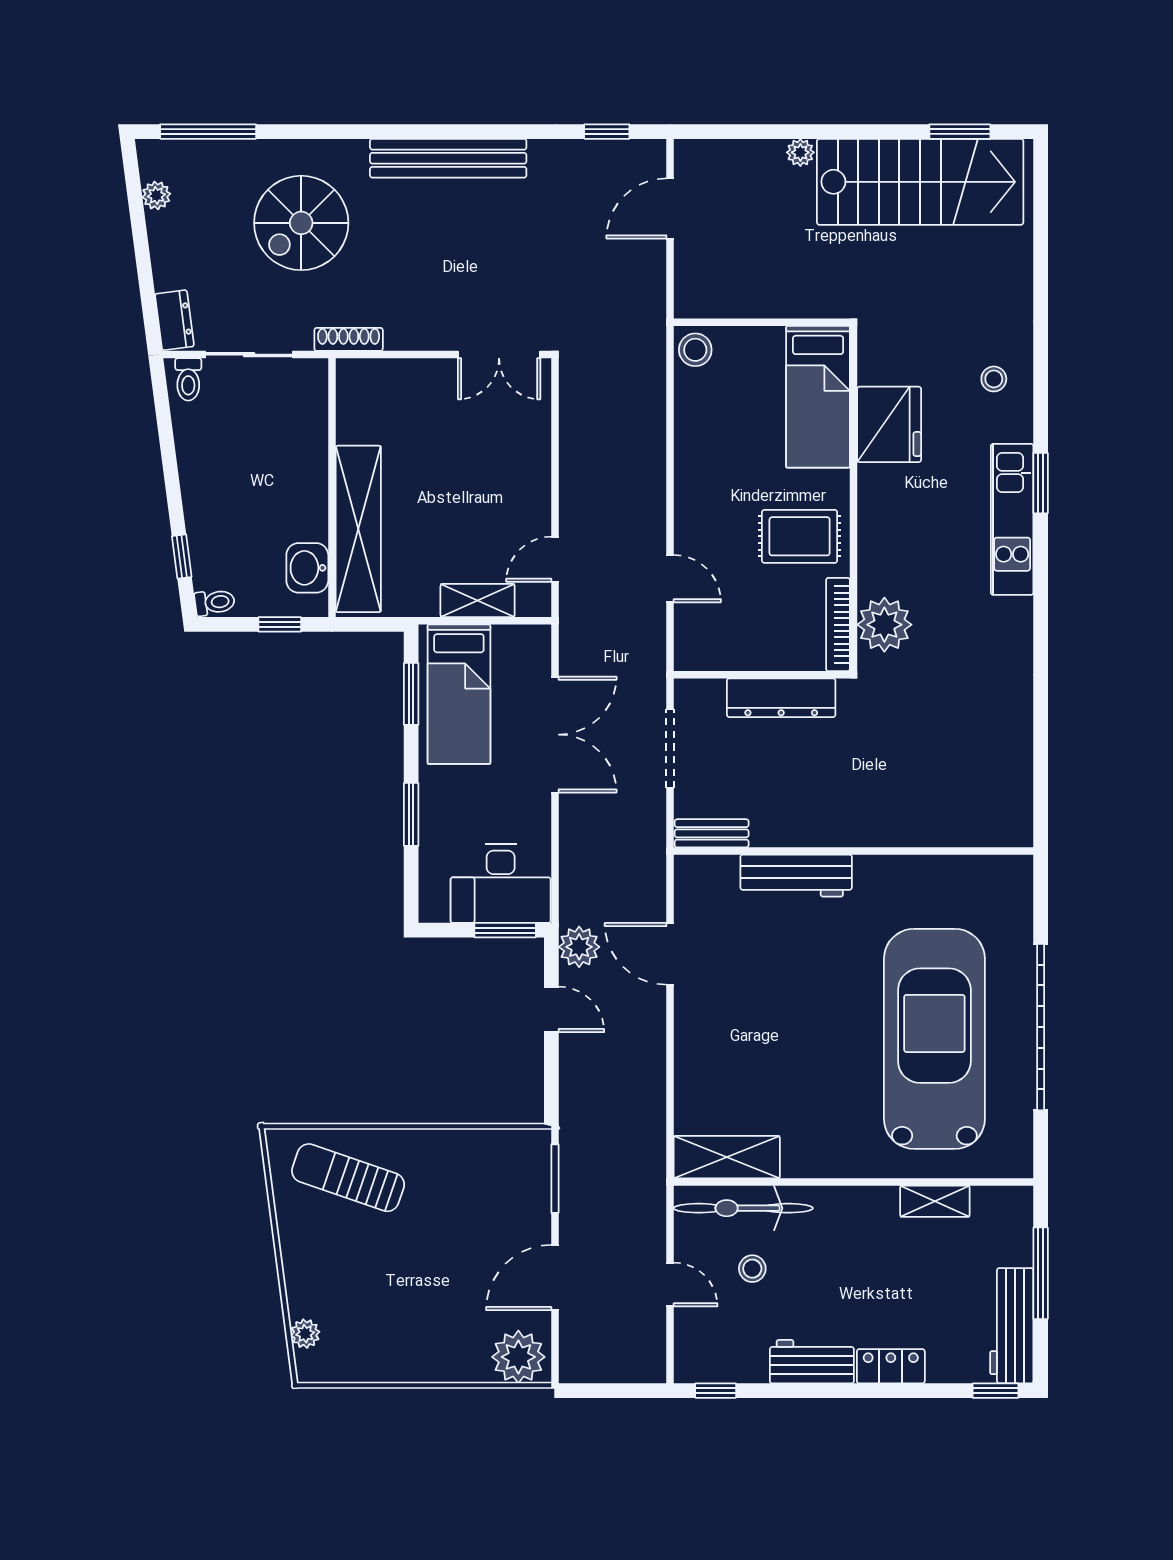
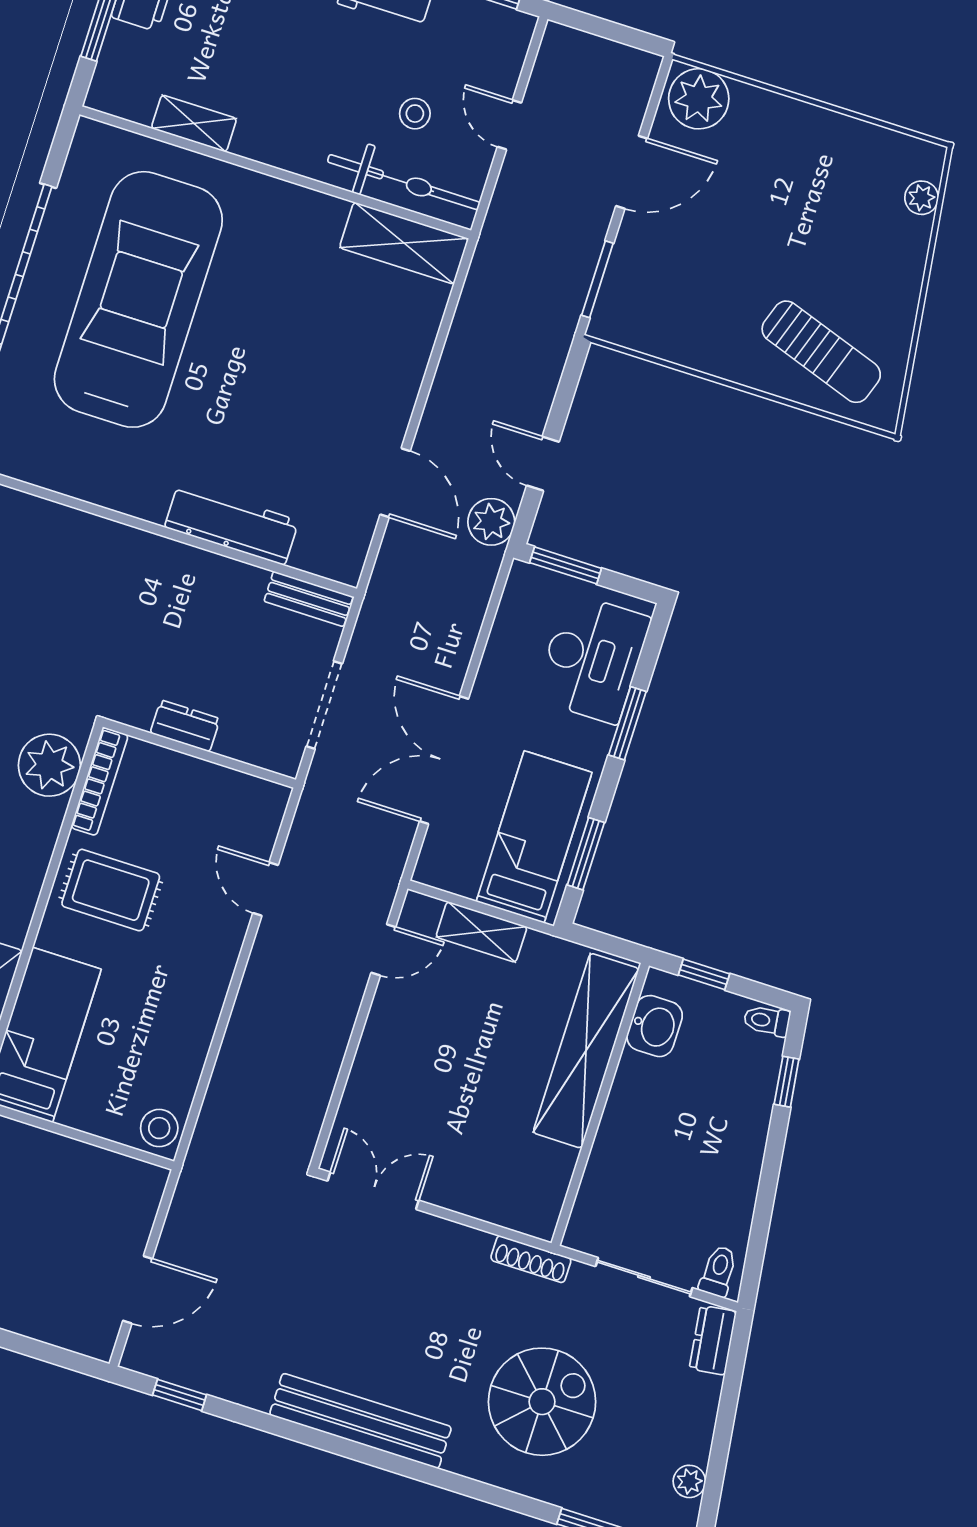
dresser: (781, 698) -> (185, 726), width x0.51, depth x0.80
desk: (501, 884) -> (593, 658), moved, turned 90
car: (934, 1039) -> (138, 299), turned 180

